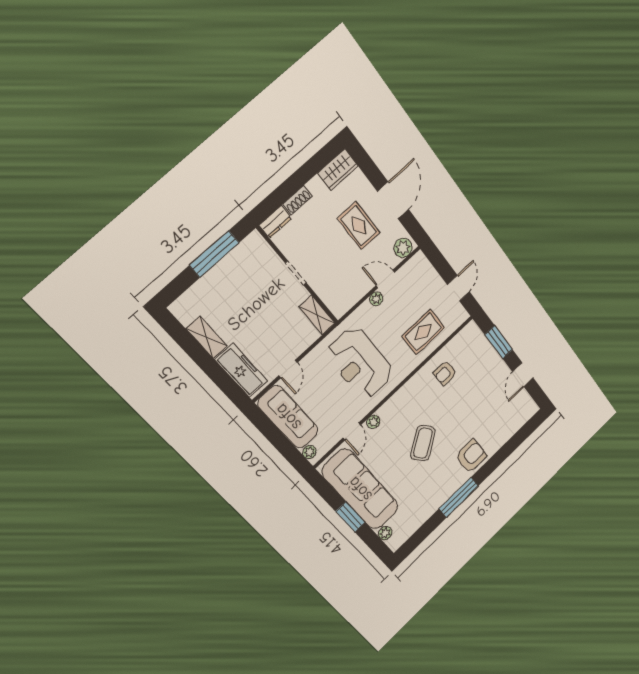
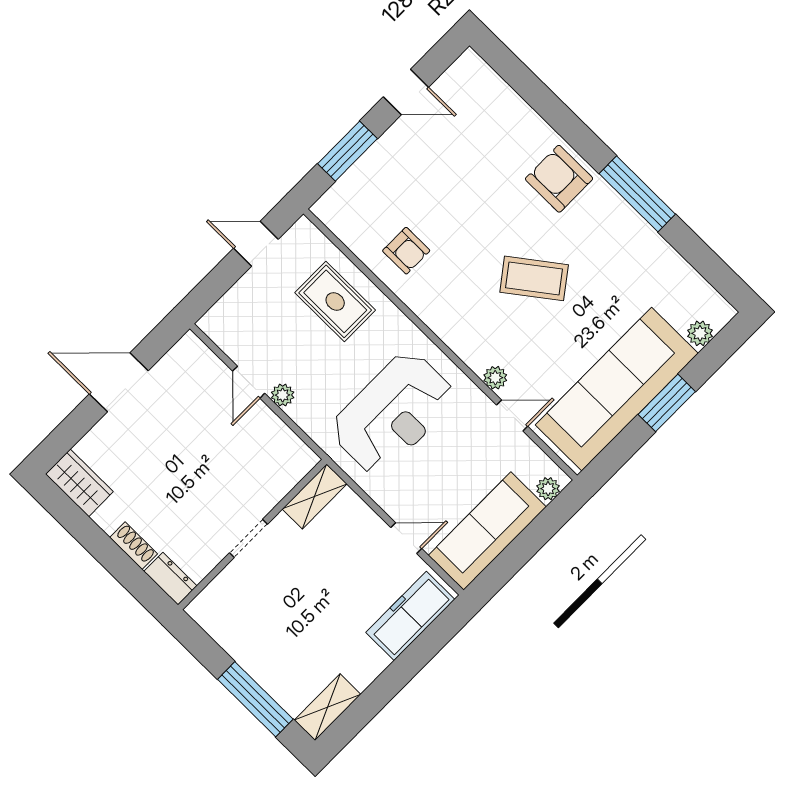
rug: (359, 226) -> (165, 438), removed
plant: (403, 248) -> (195, 356), removed
window: (214, 254) -> (255, 699), moved
shelving: (207, 338) -> (327, 707), moved

